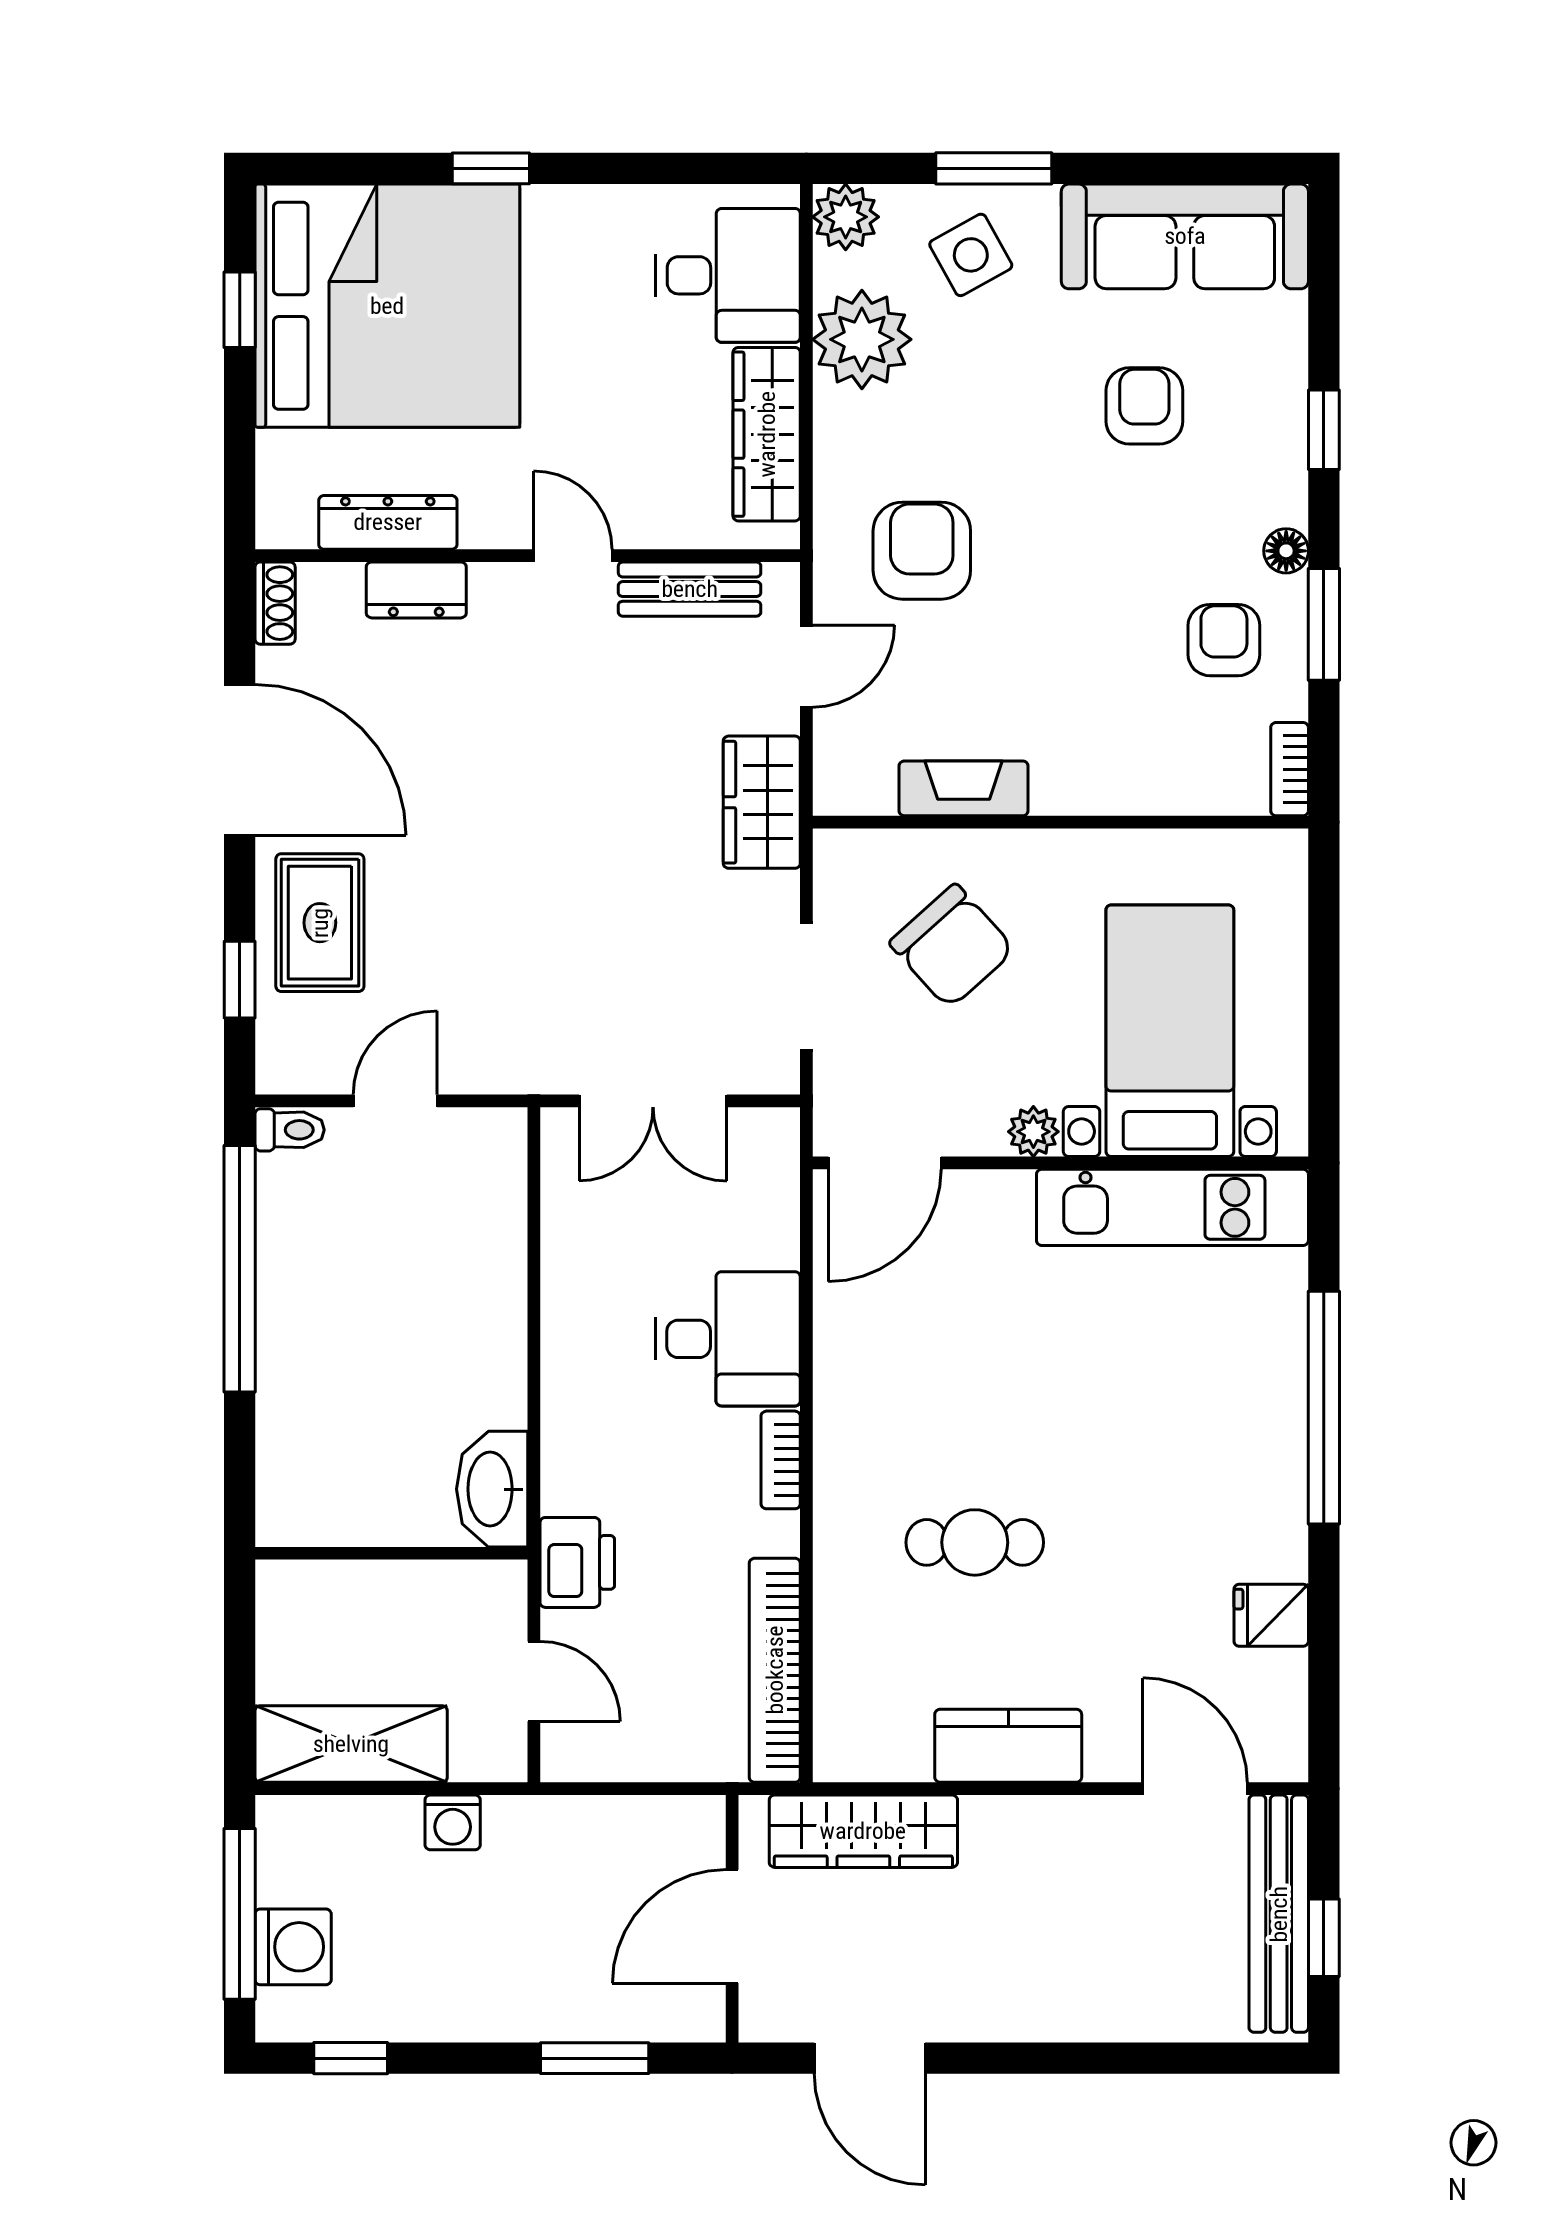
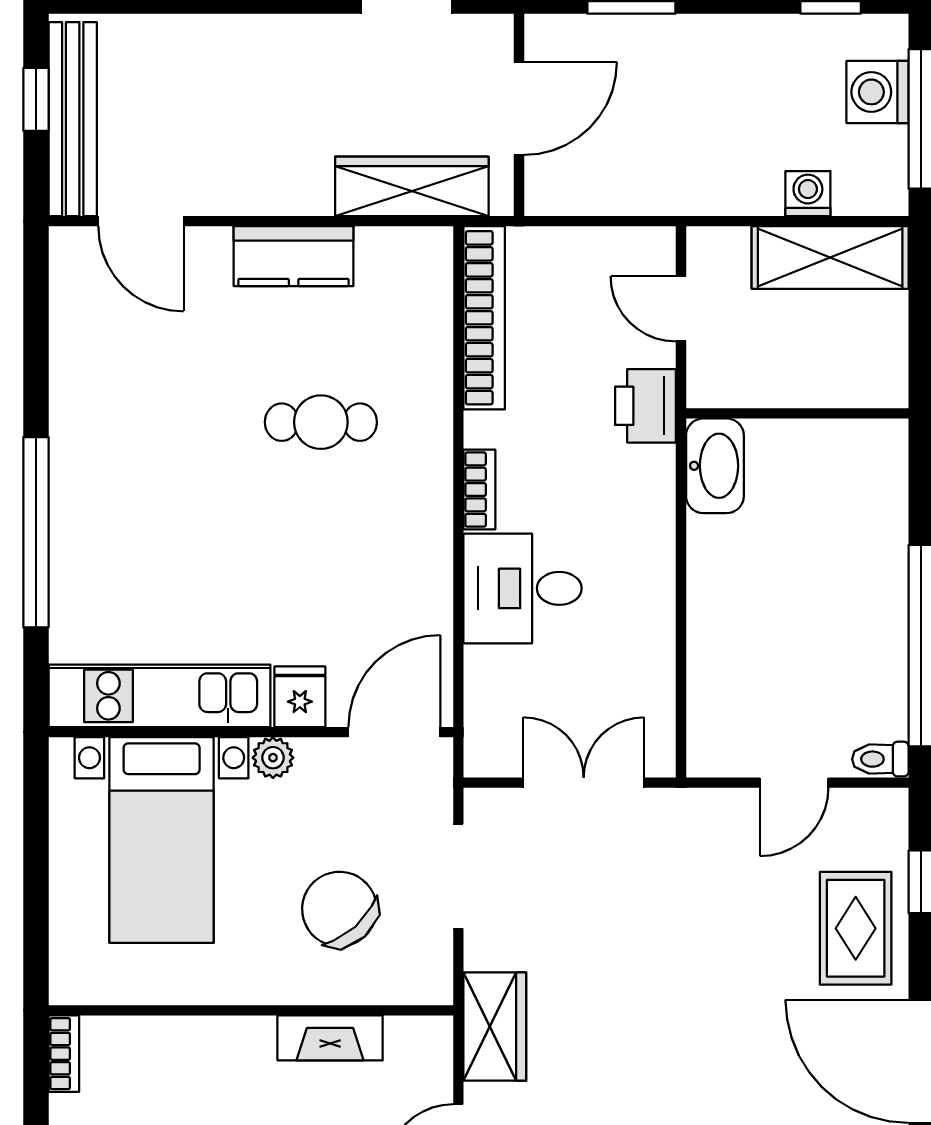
fridge: (1271, 1615) -> (300, 697), moved, turned -90
washing machine: (453, 1822) -> (808, 194), moved

